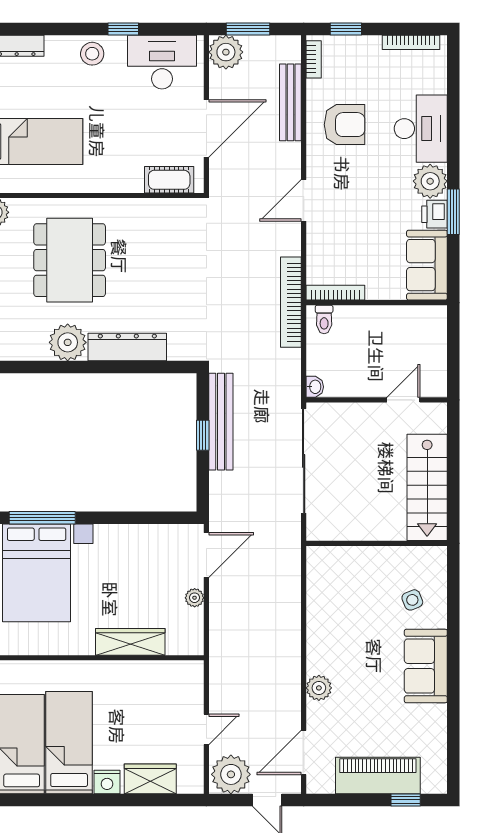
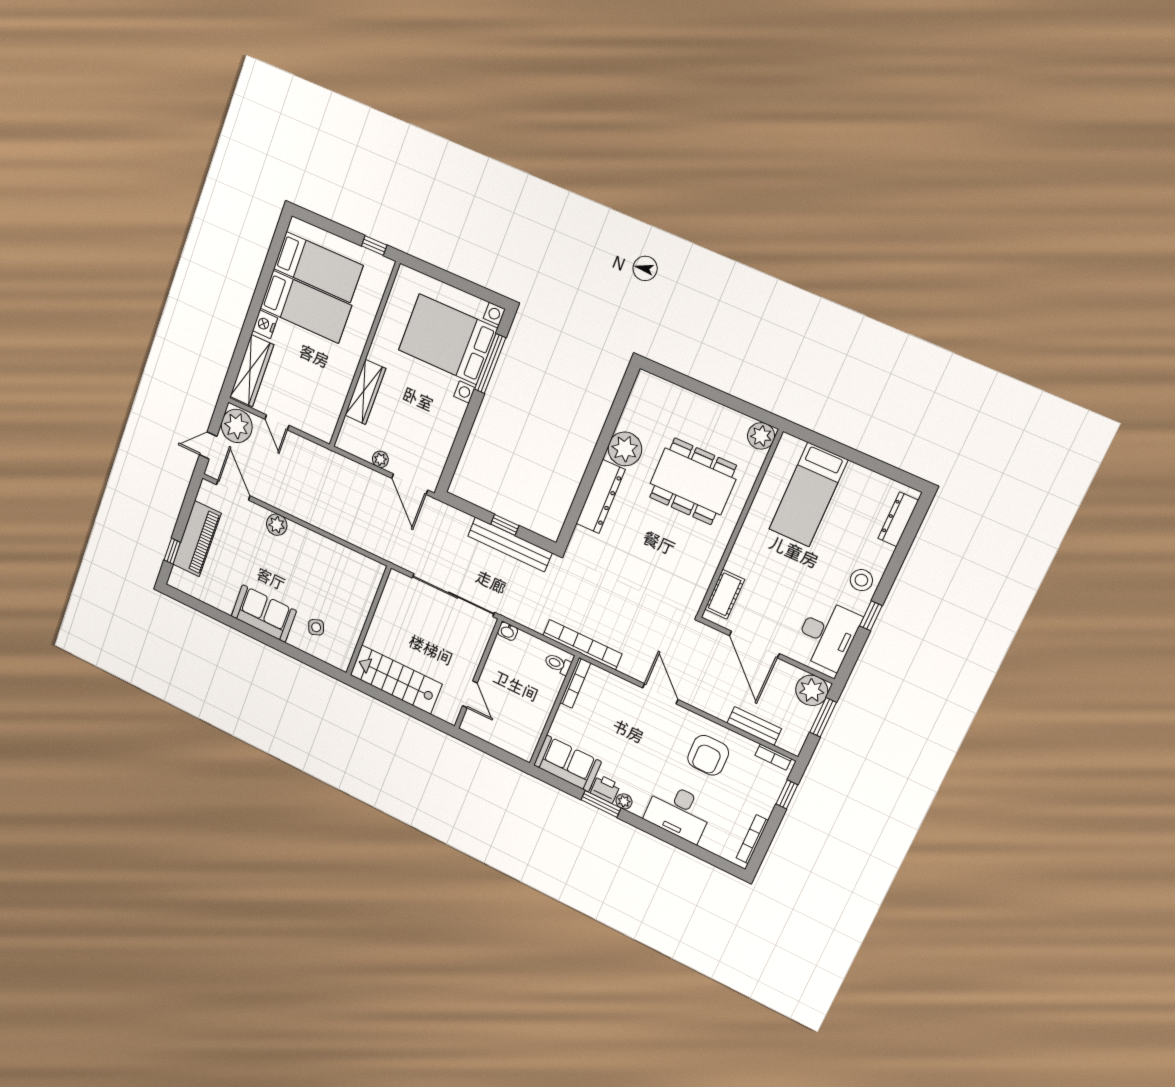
bench: (290, 102) -> (754, 726), width x0.73
plant: (430, 181) -> (624, 801), width x0.53, depth x0.53
wardrobe: (150, 779) -> (252, 371), width x1.50

